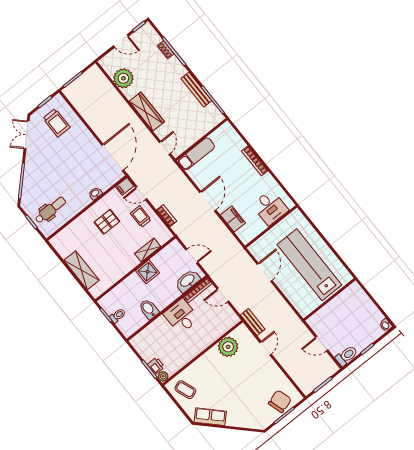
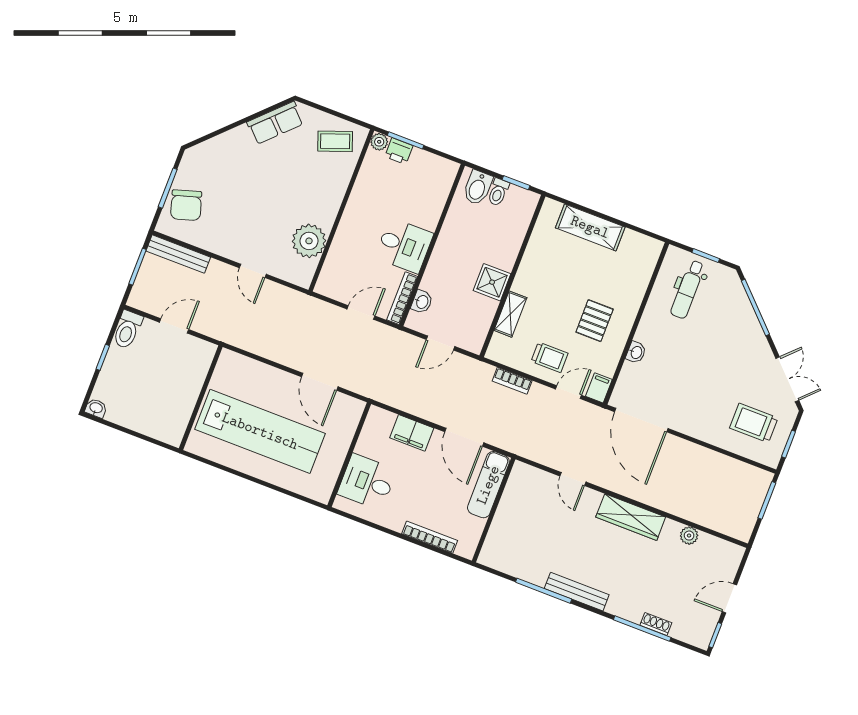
plant: (123, 78) -> (689, 536), width x0.53, depth x0.53
wall: (201, 139) -> (494, 510), moved
exam couch: (196, 154) -> (488, 485), moved
washbasin: (188, 281) -> (422, 302), width x0.52, depth x0.69
bidet: (149, 309) -> (478, 188), moved, turned 90
bench: (253, 322) -> (178, 254), moved, width x1.36

